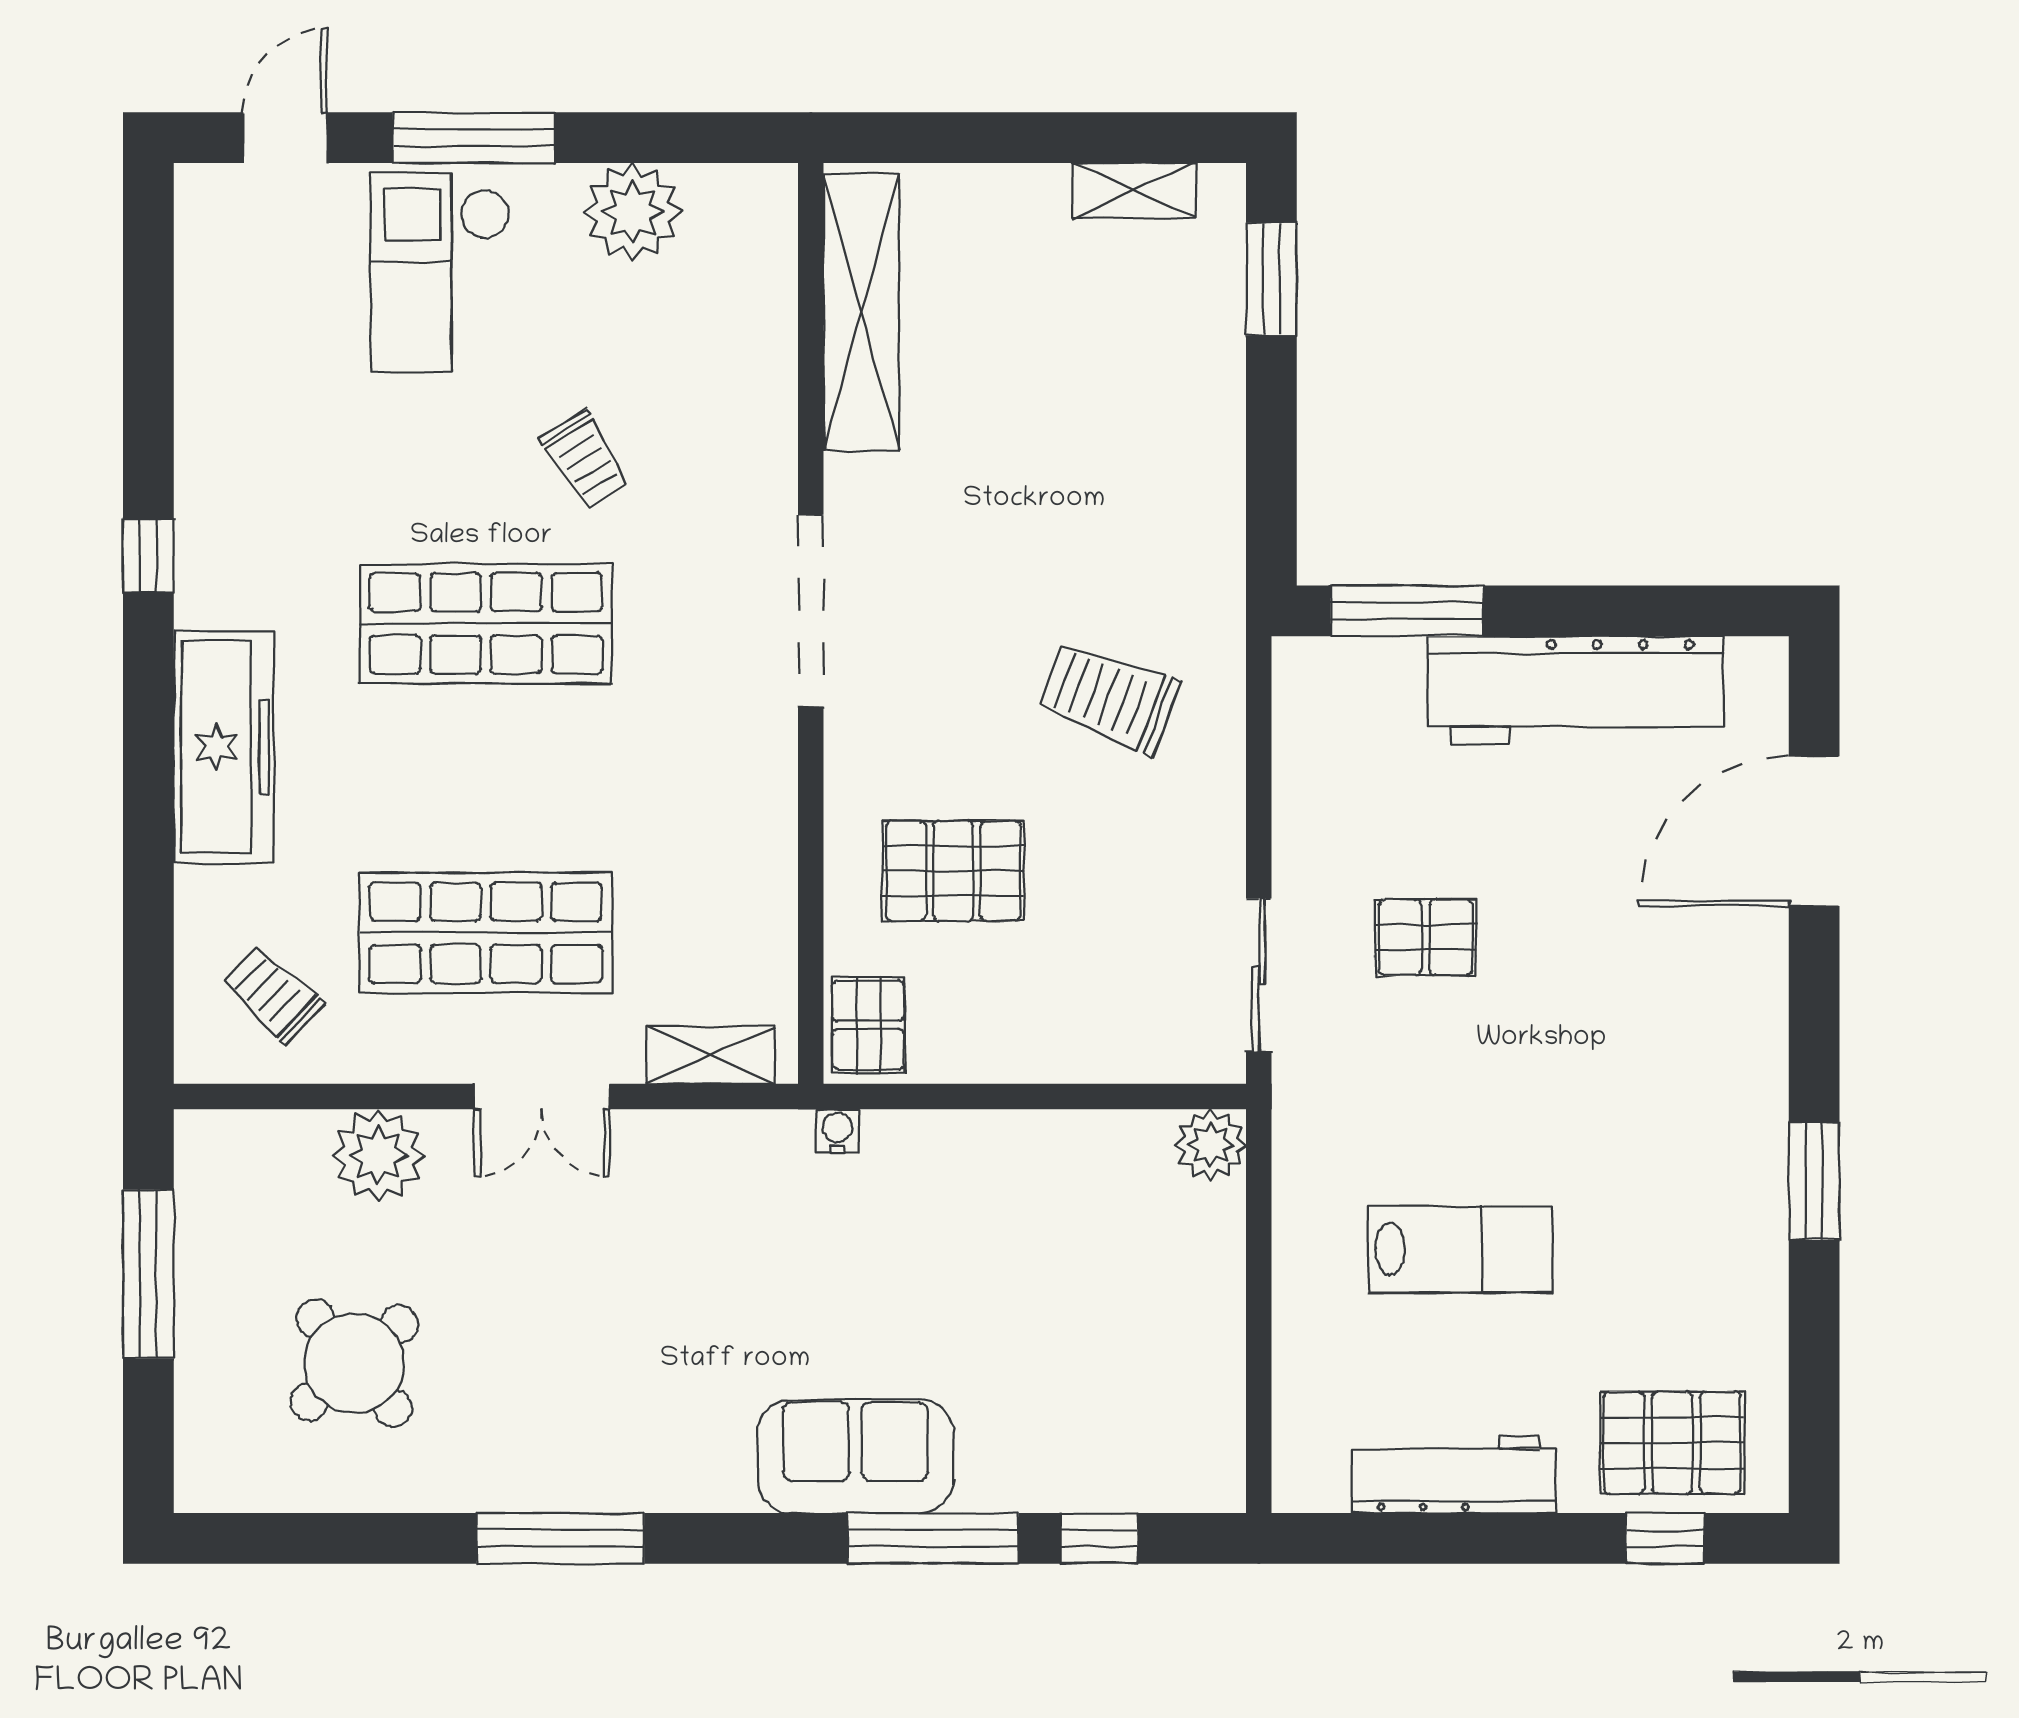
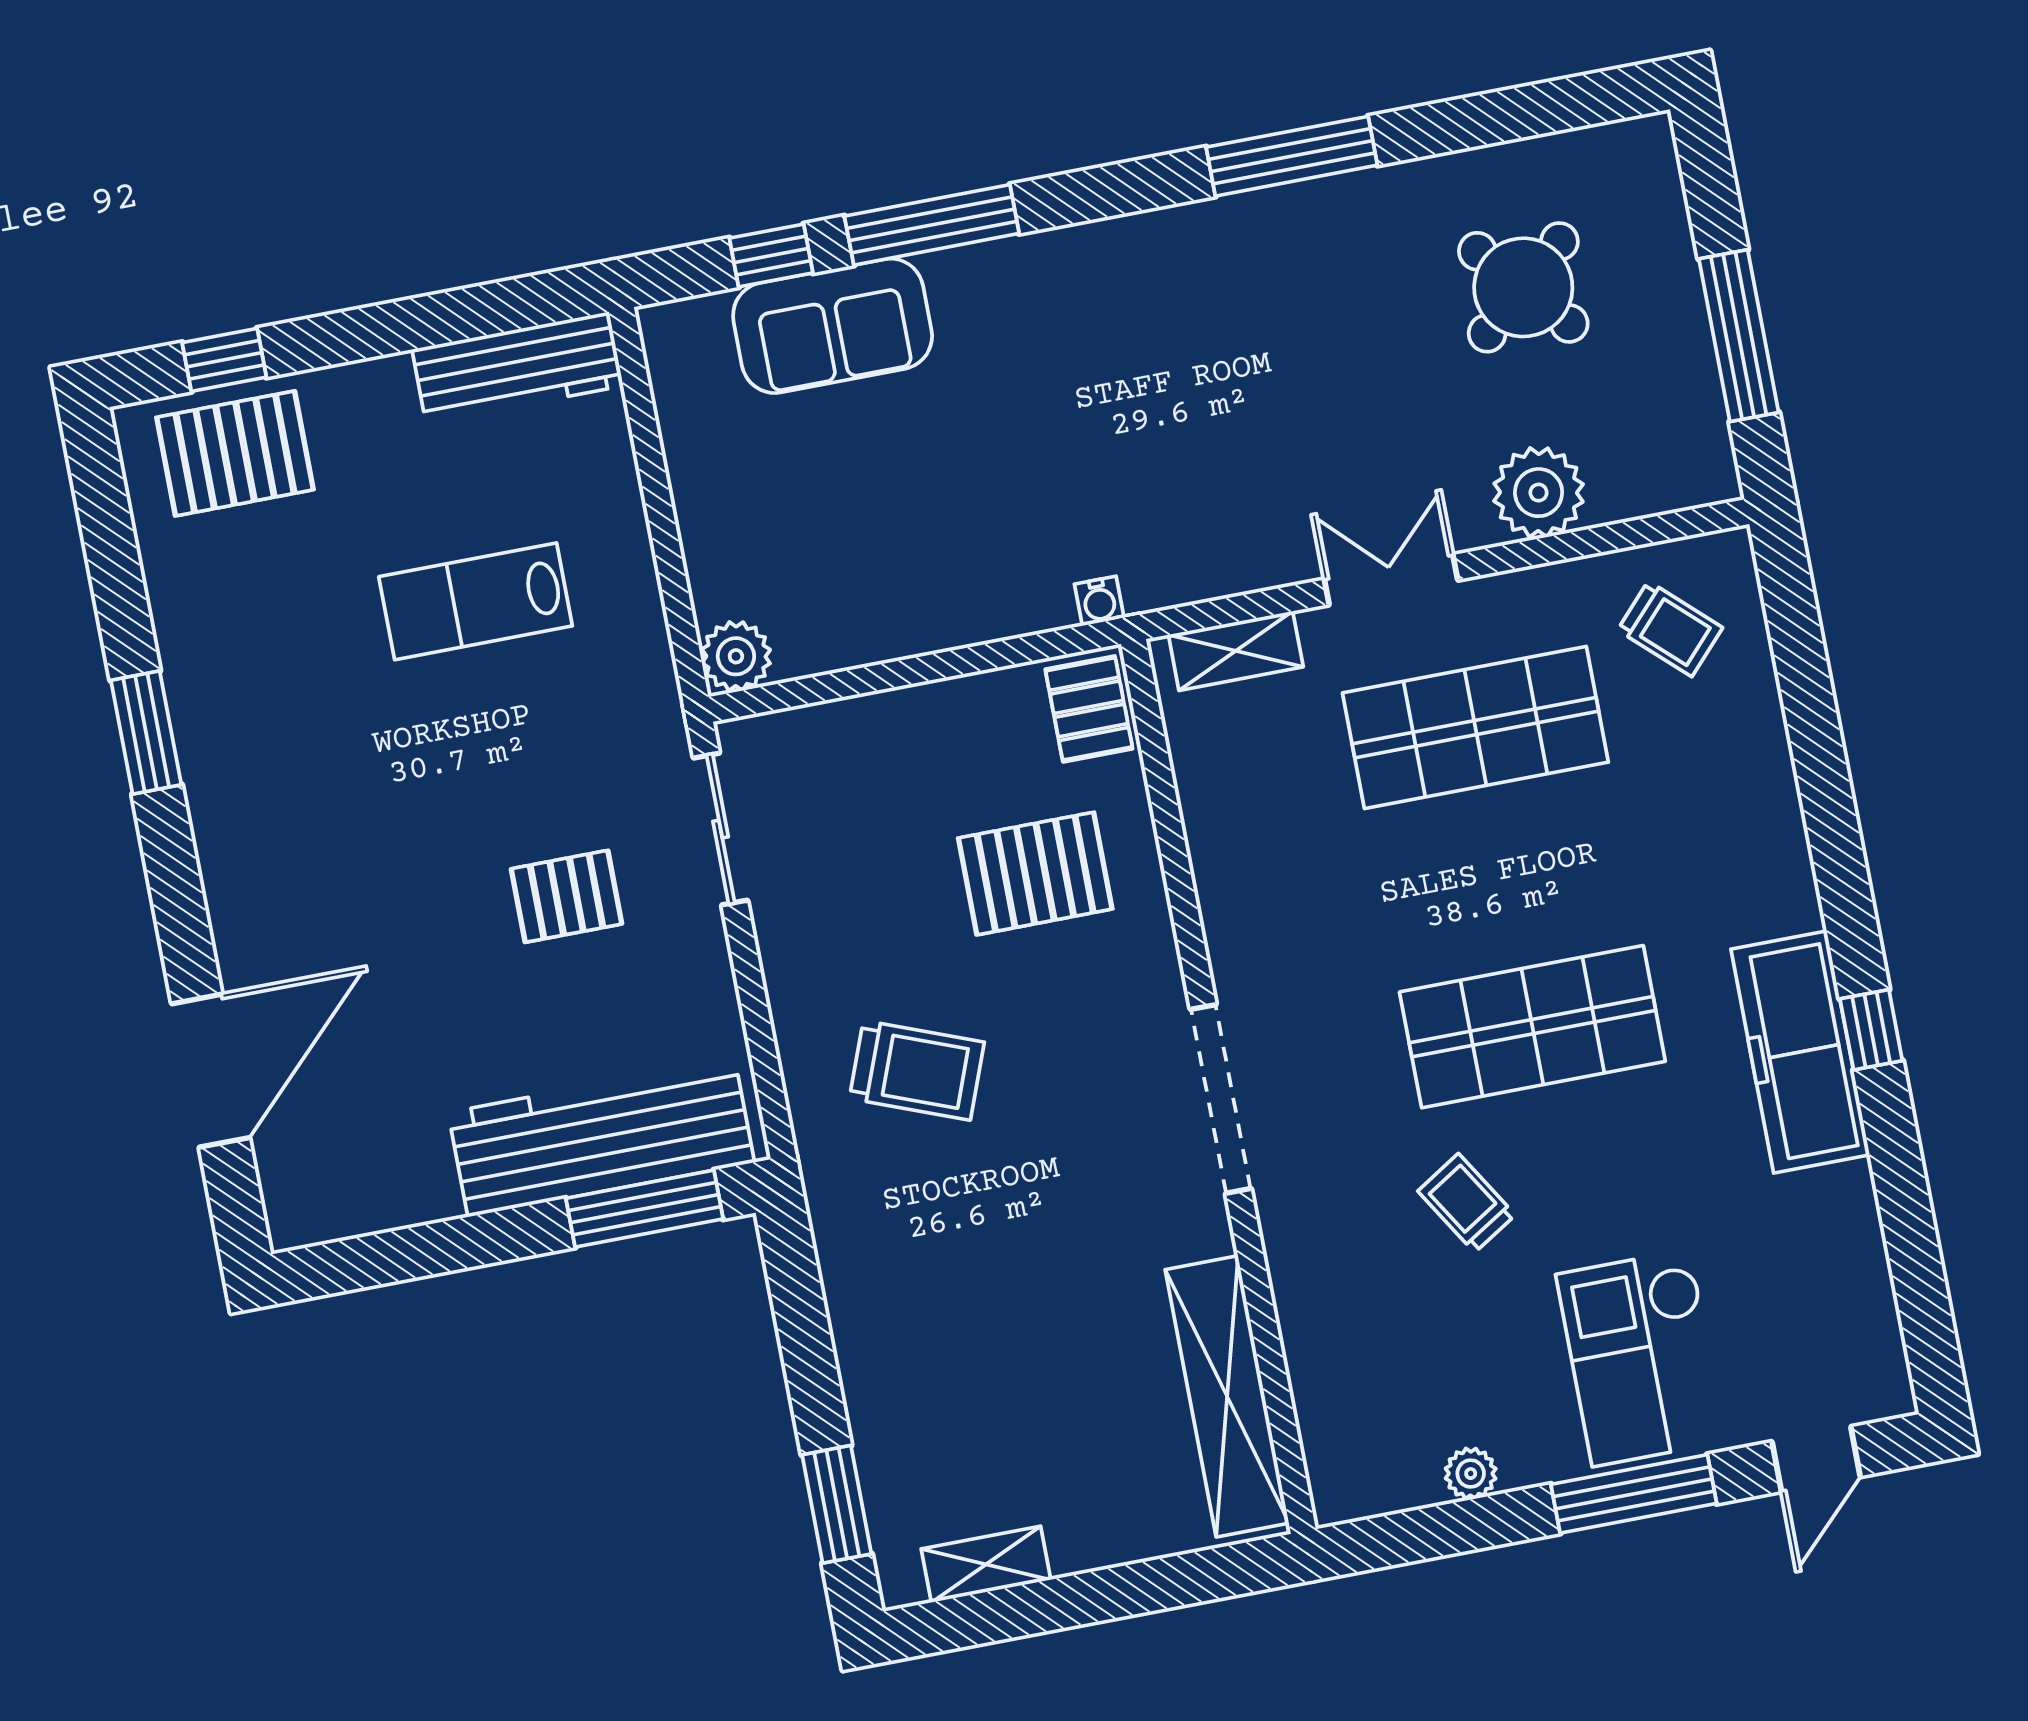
plant: (633, 212) -> (1471, 1474), width x0.53, depth x0.53
checkout: (440, 272) -> (1641, 1358), turned 180
workbench: (1576, 690) -> (601, 1137), moved
freezer: (223, 747) -> (1800, 1052), moved
sofa: (855, 1456) -> (833, 326), moved
workbench: (1454, 1475) -> (518, 368), moved

